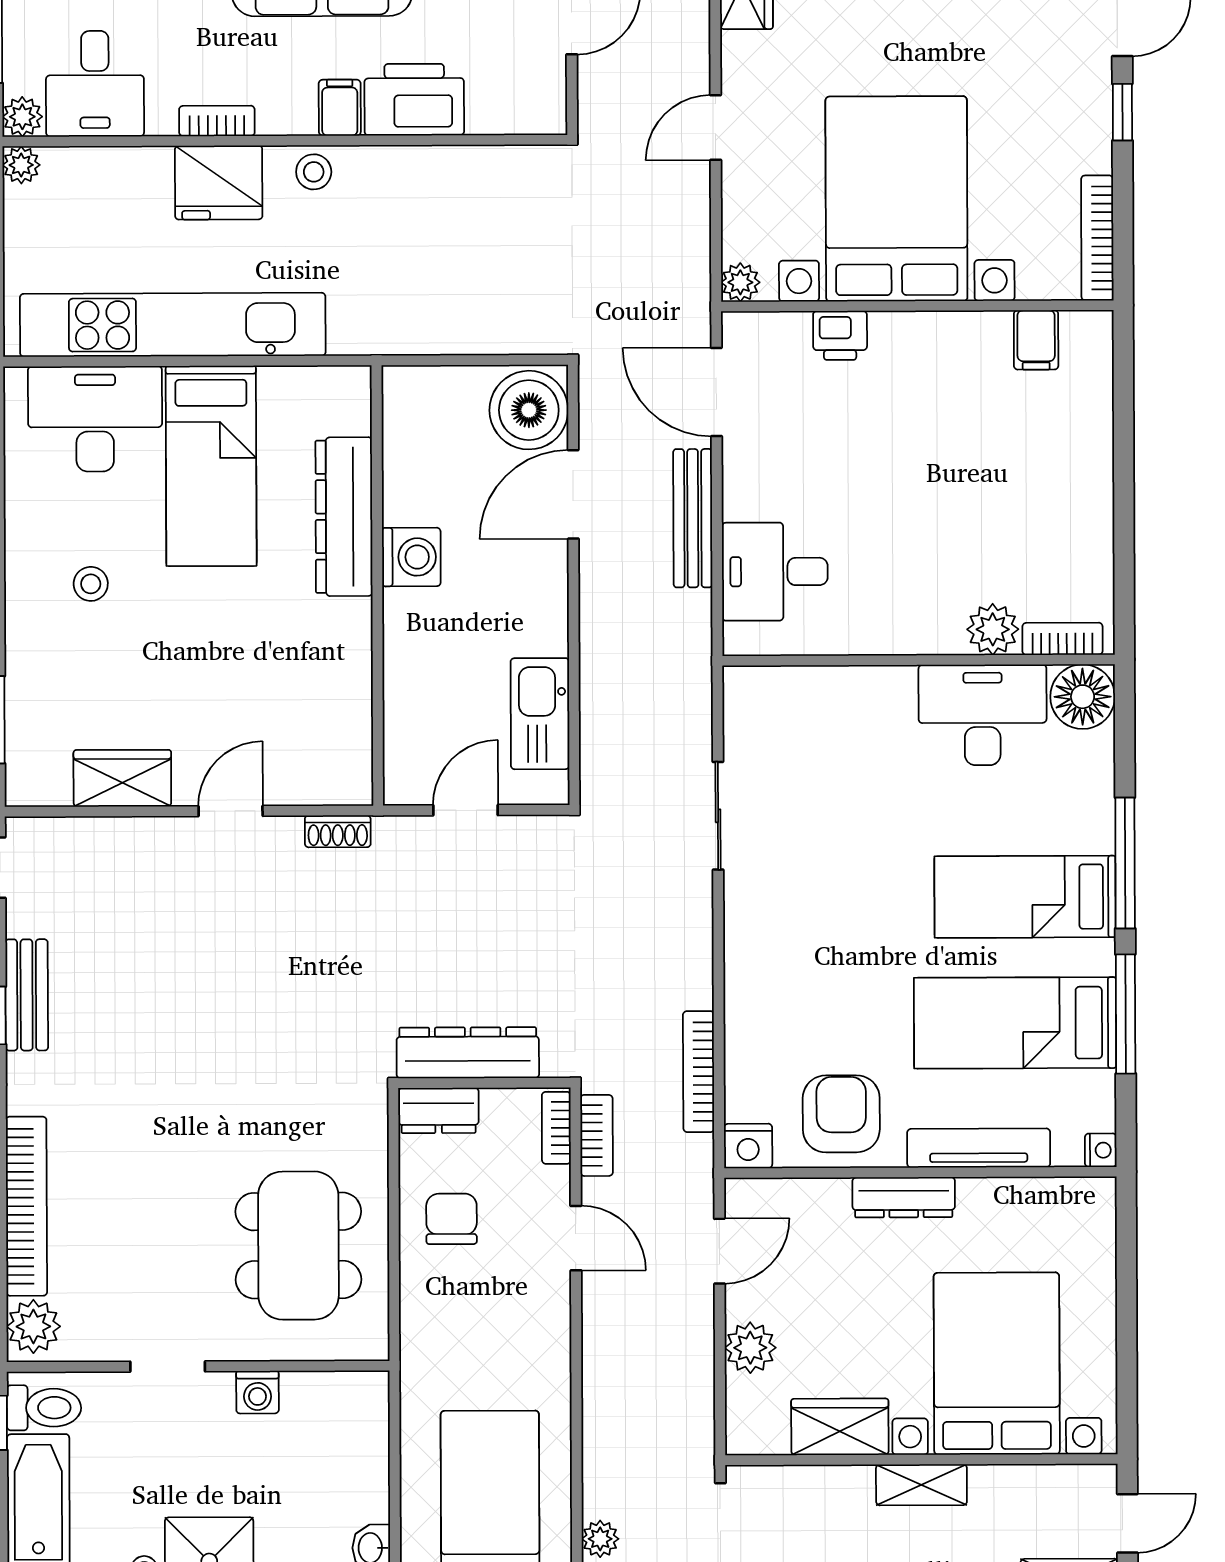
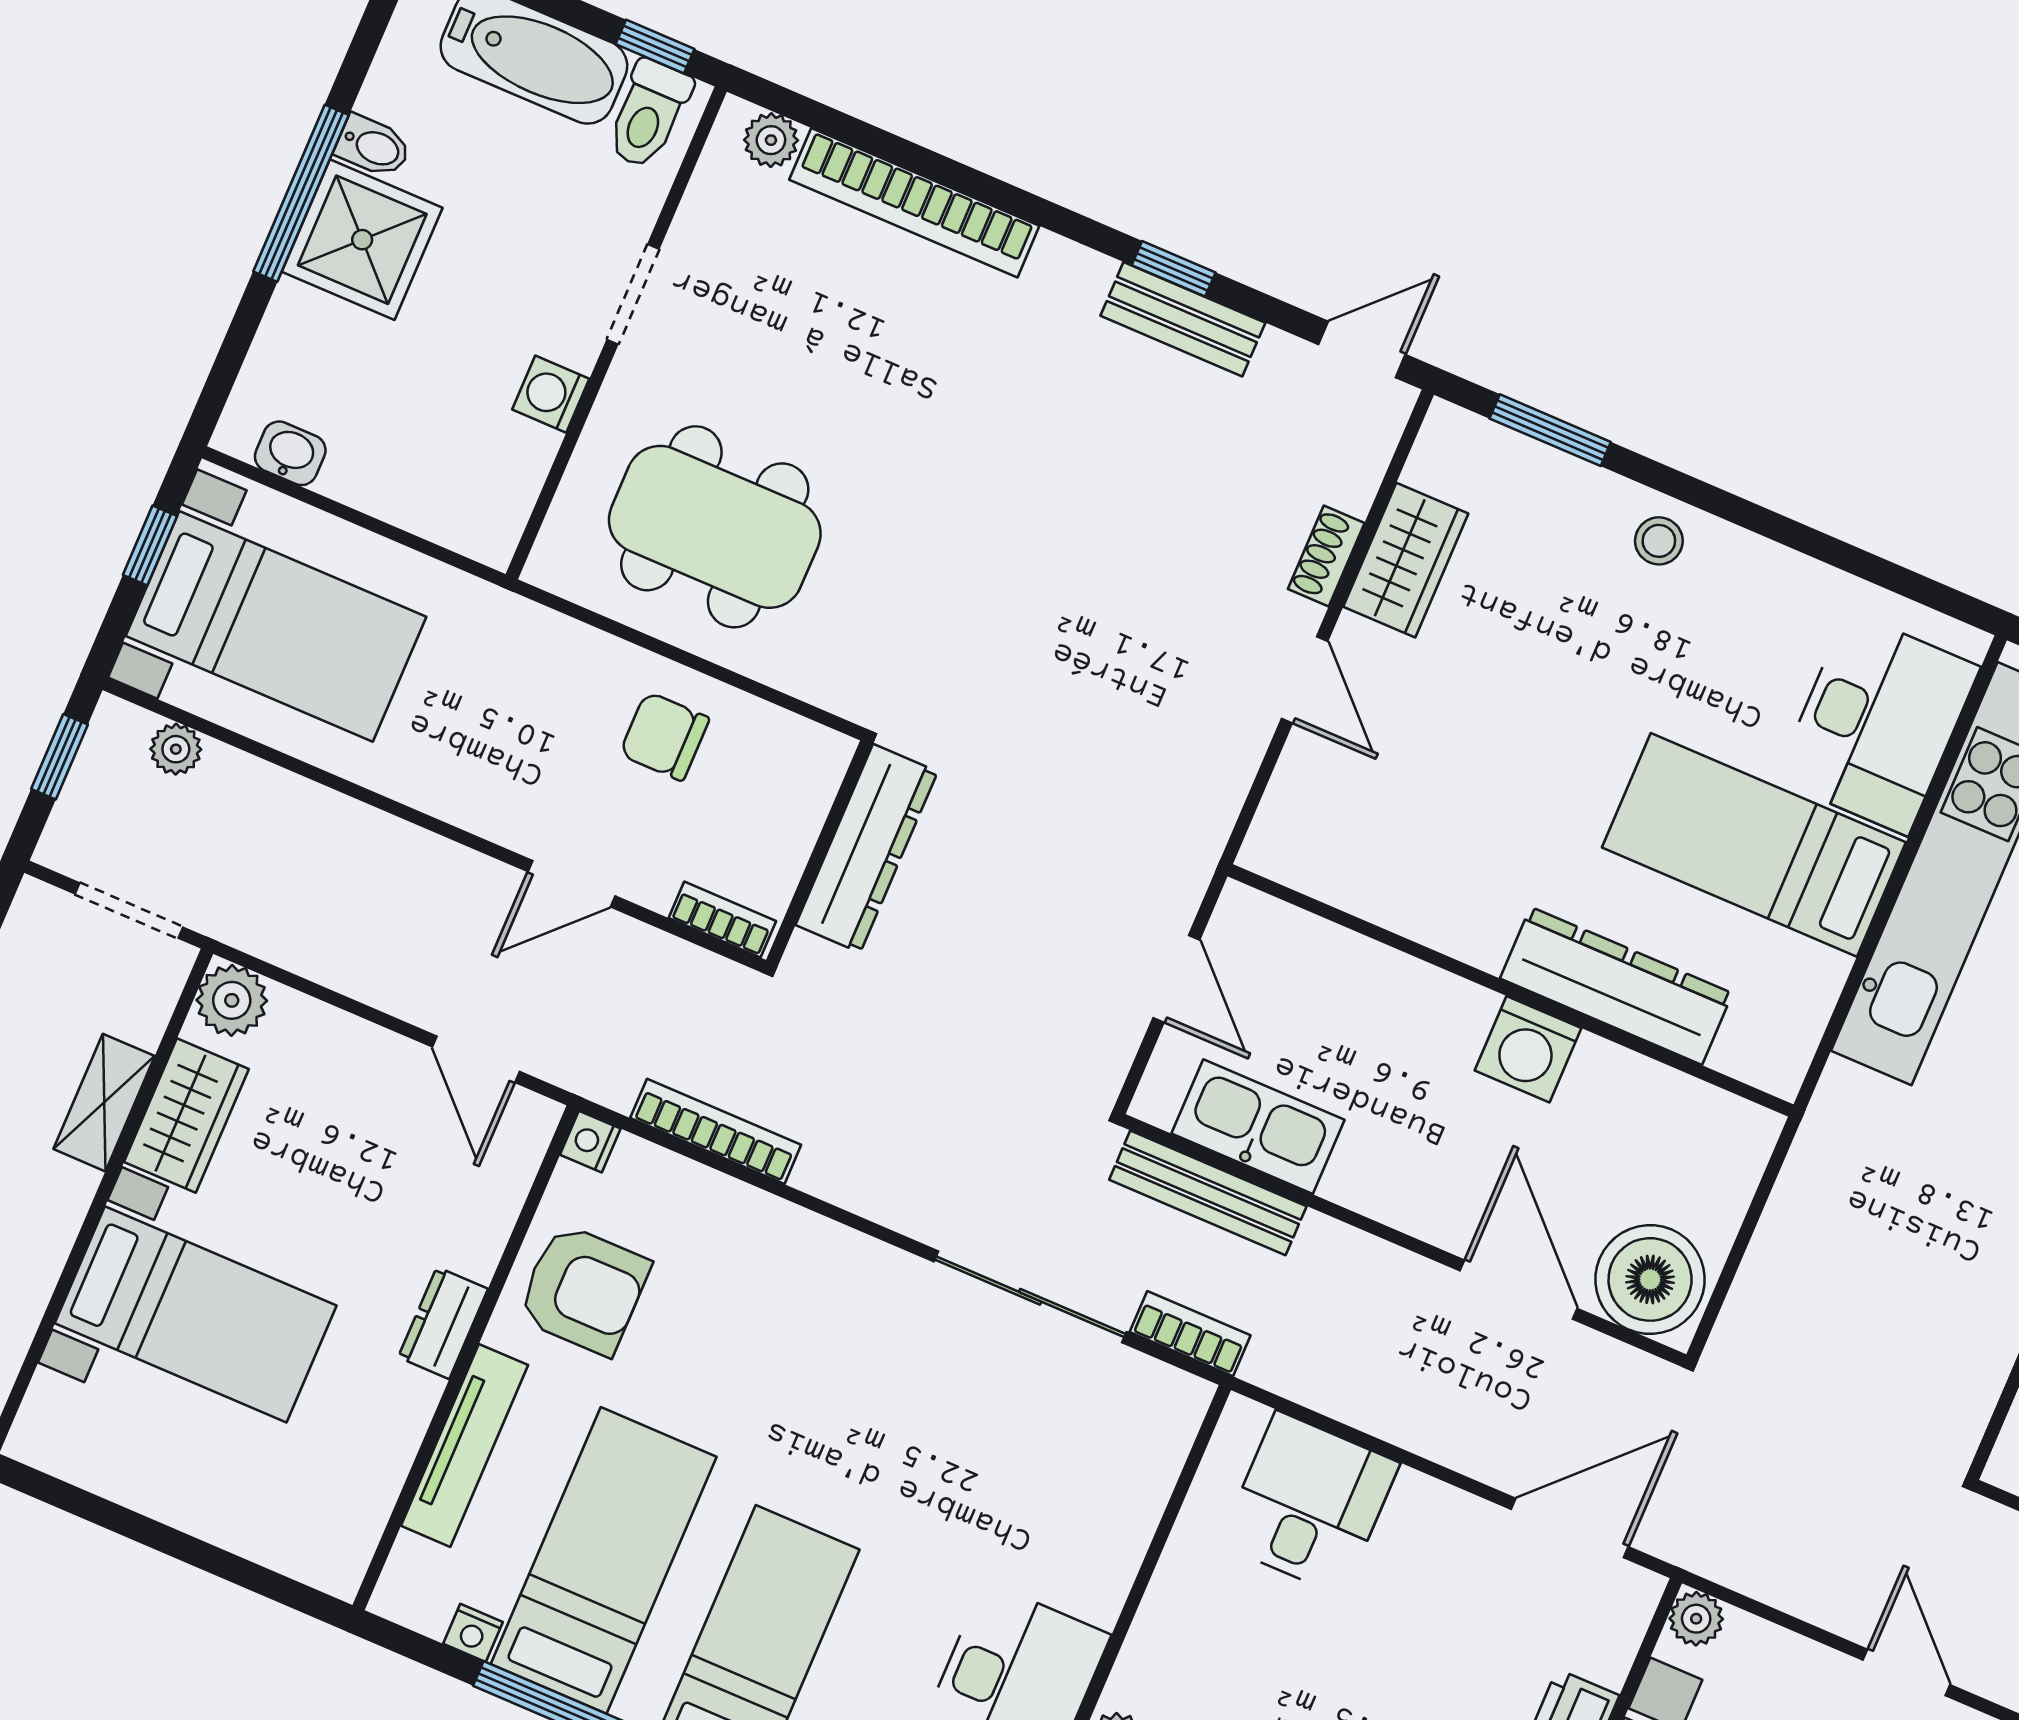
bench: (693, 518) -> (1208, 1193), moved
stool: (91, 584) -> (1659, 541), moved
sliding door: (718, 816) -> (1030, 1297), width x1.37
shoe rack: (338, 831) -> (1326, 556), moved
dresser: (439, 1110) -> (809, 779), removed
bookcase: (597, 1135) -> (1190, 1334), moved, turned 180
nightstand: (748, 1146) -> (590, 1142), width x0.72, depth x0.74
nightstand: (1101, 1150) -> (473, 1633), moved
dresser: (904, 1197) -> (443, 1323), width x0.70
chair: (452, 1219) -> (664, 736), turned 180
plant: (33, 1326) -> (771, 140), width x0.73, depth x0.73
plant: (750, 1348) -> (232, 1000), moved
bed with nightstands: (997, 1364) -> (196, 1314), width x0.73
shelving: (921, 1485) -> (104, 1103), moved

